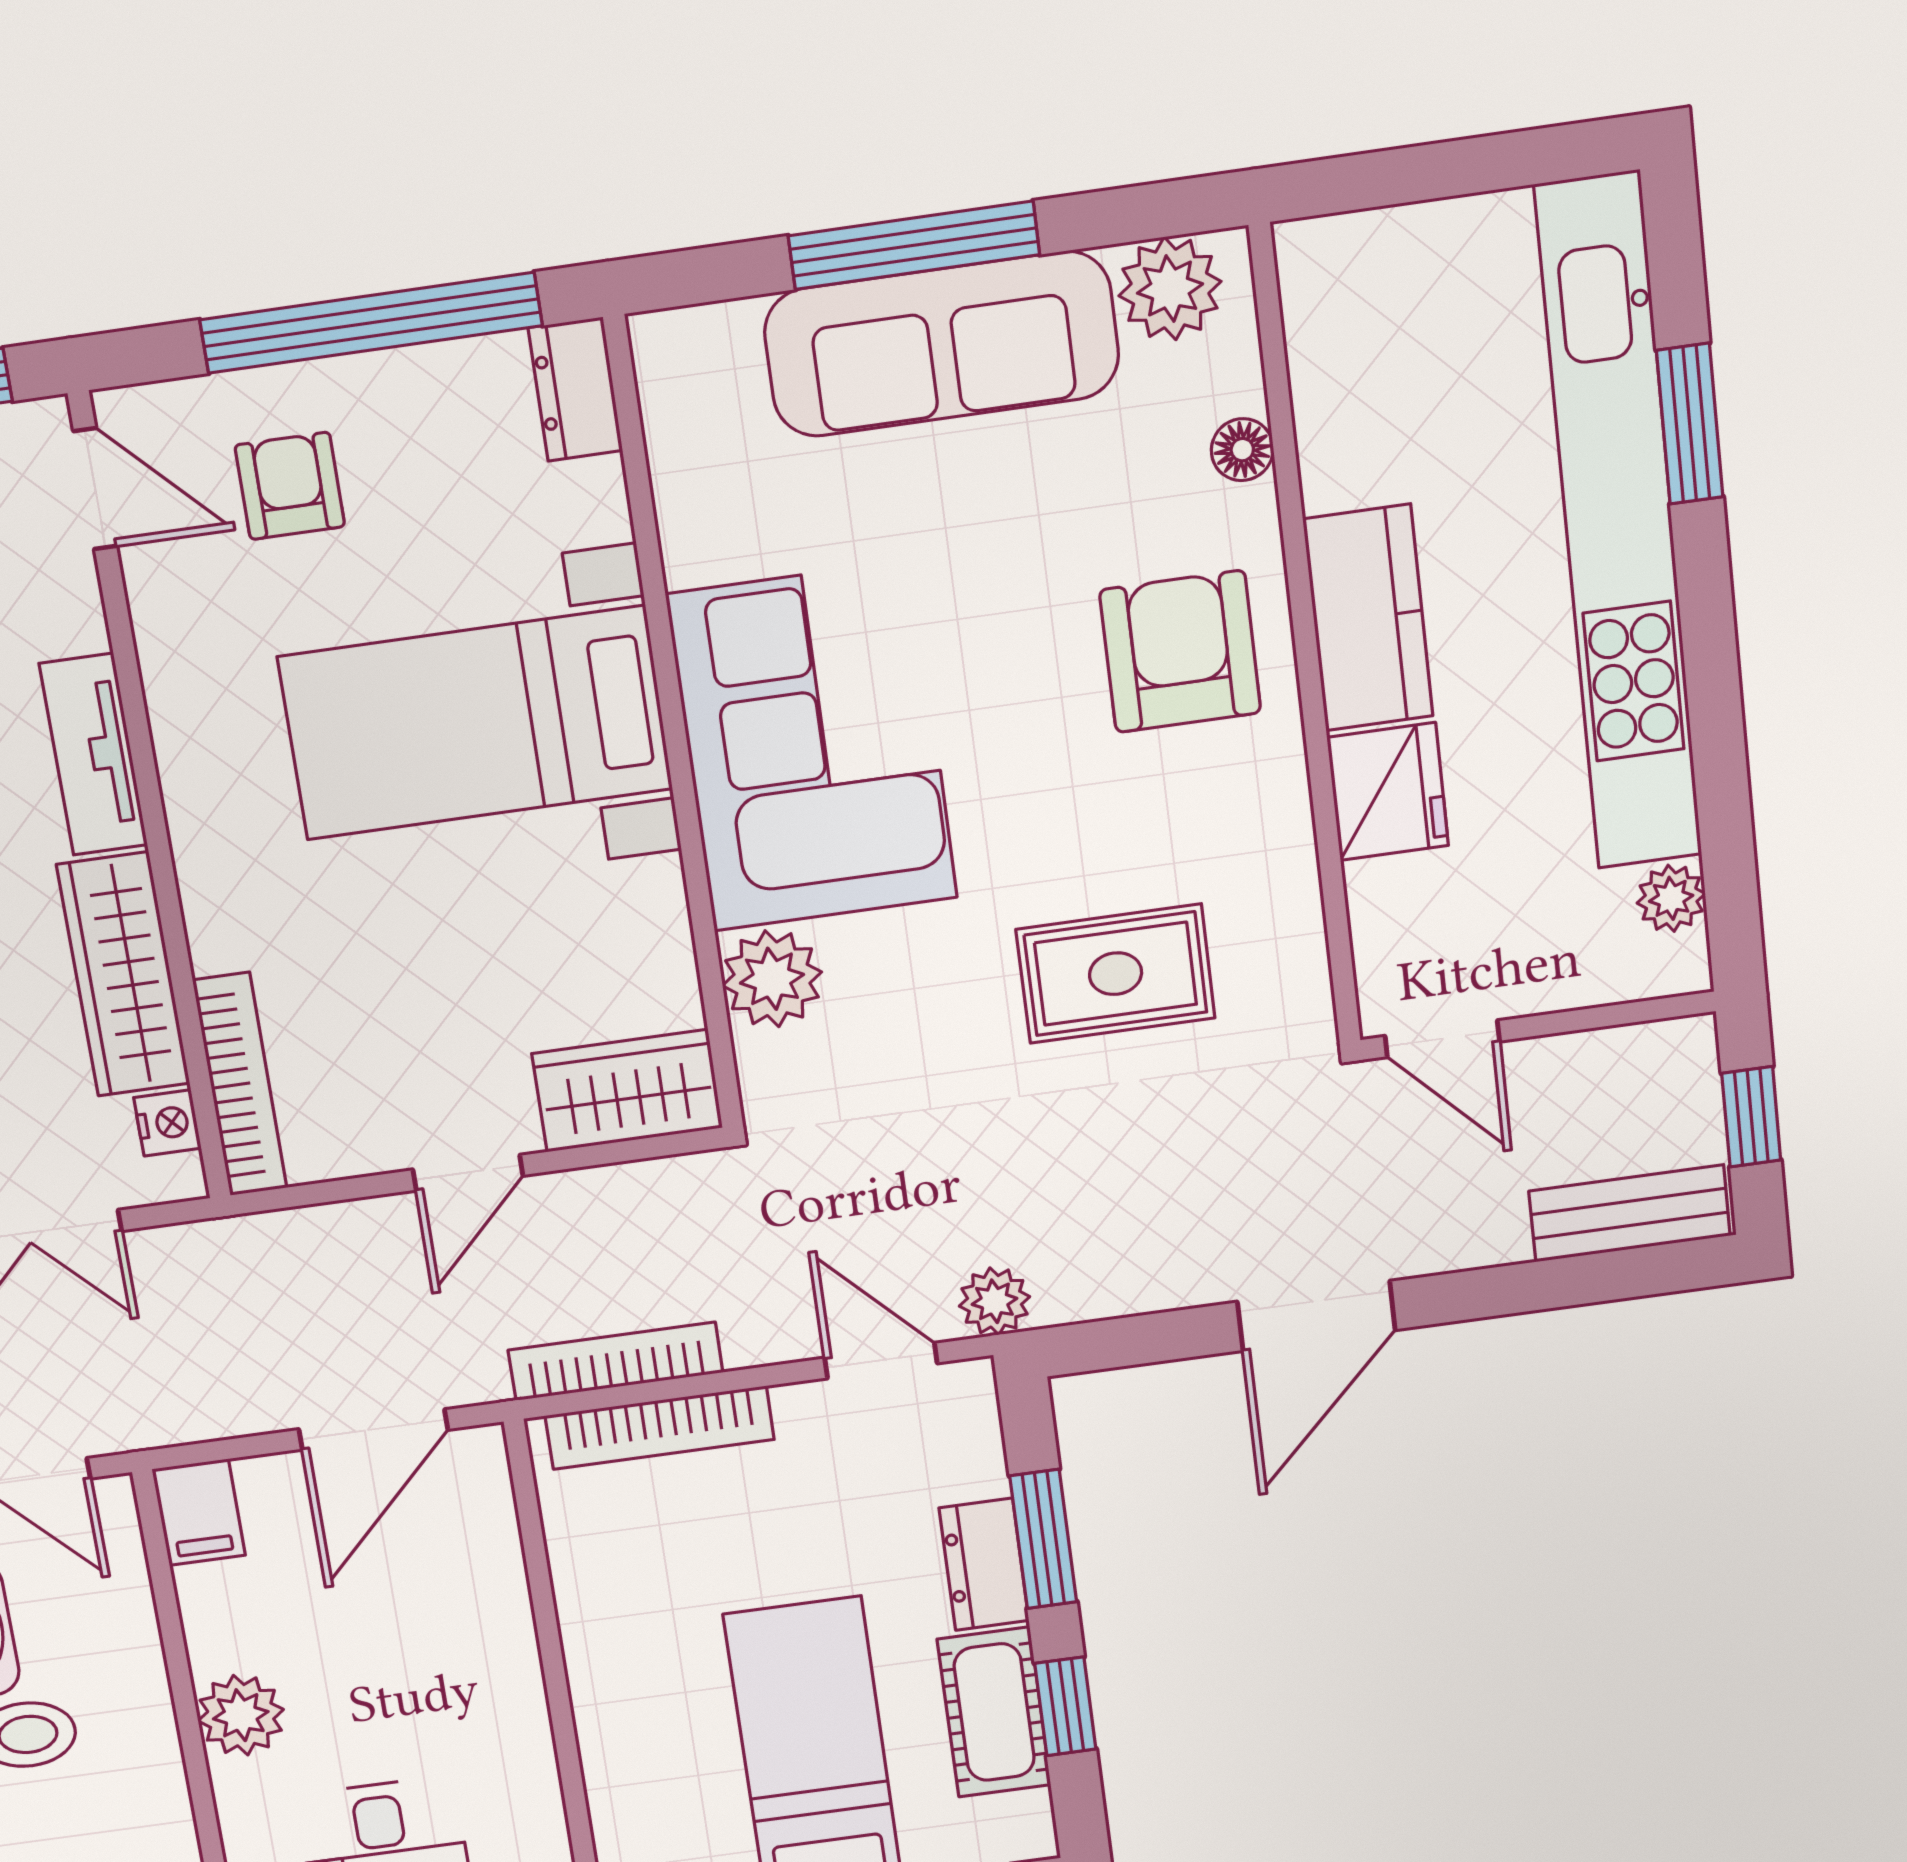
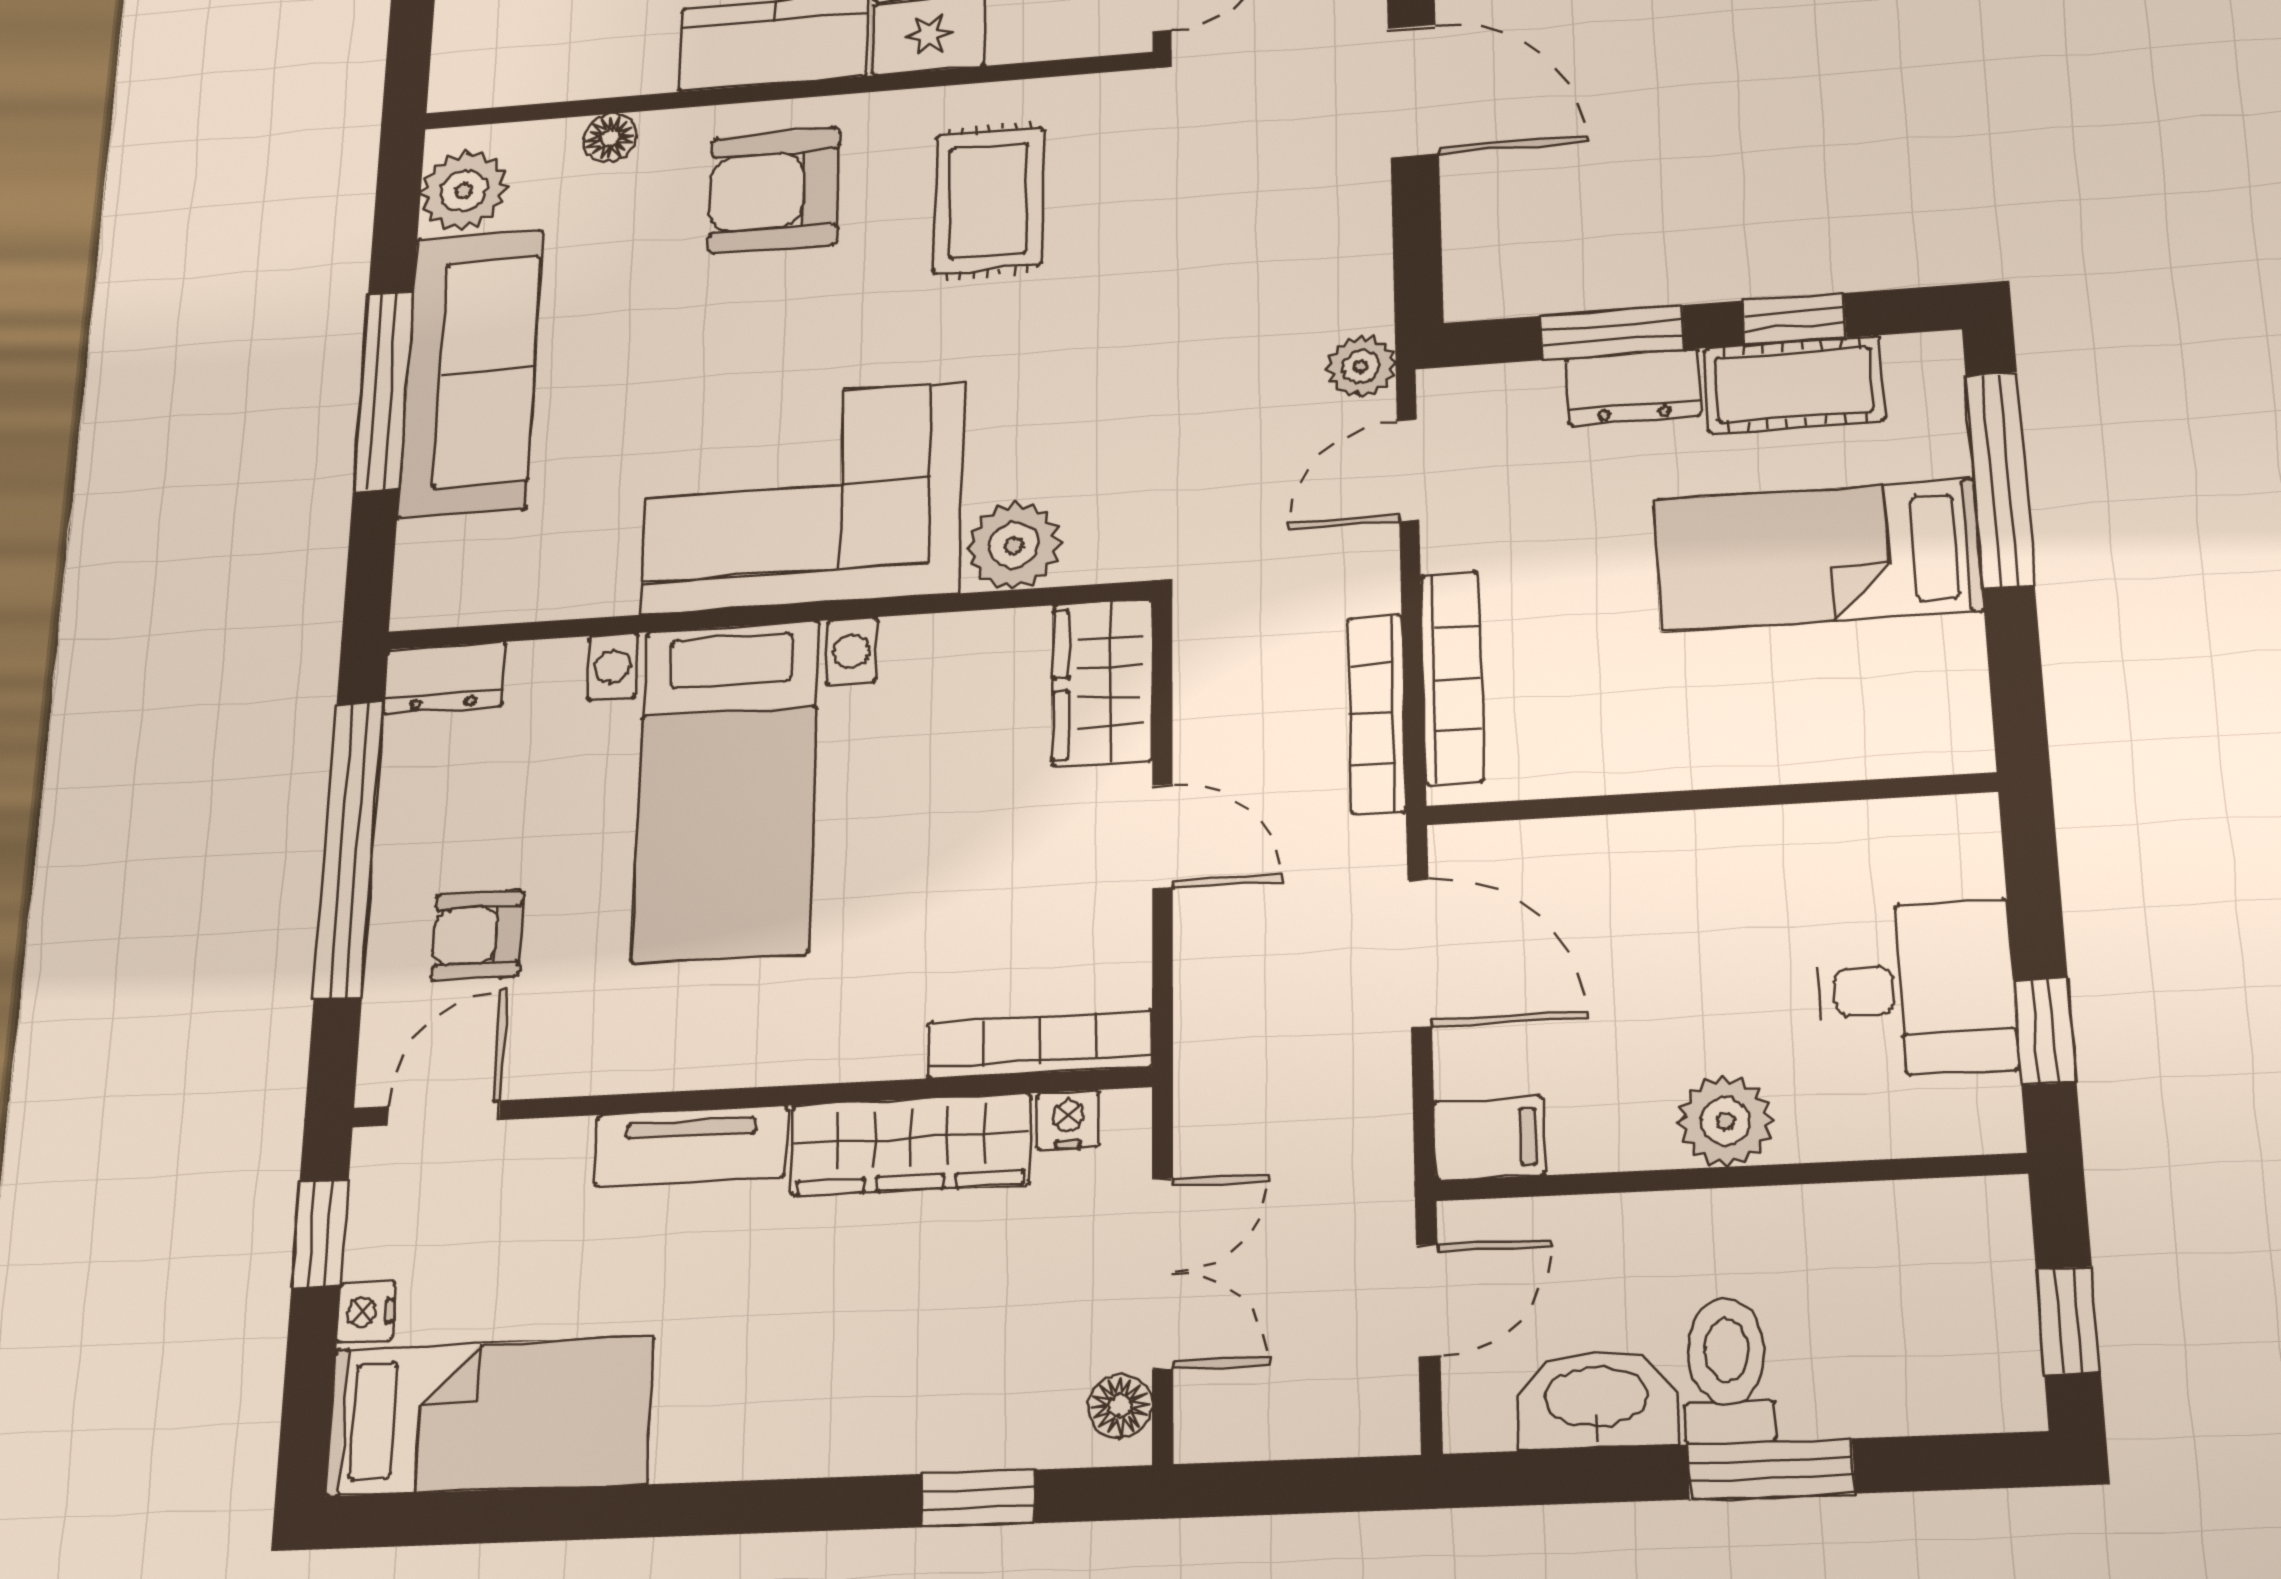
rug: (1116, 974) -> (989, 200), moved

